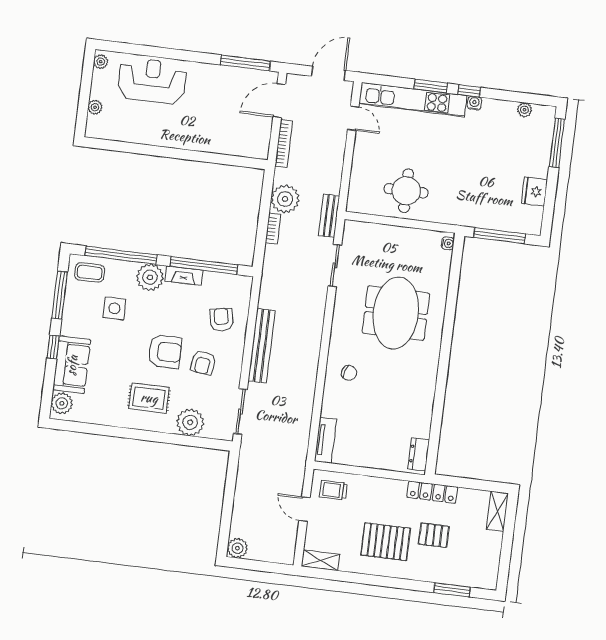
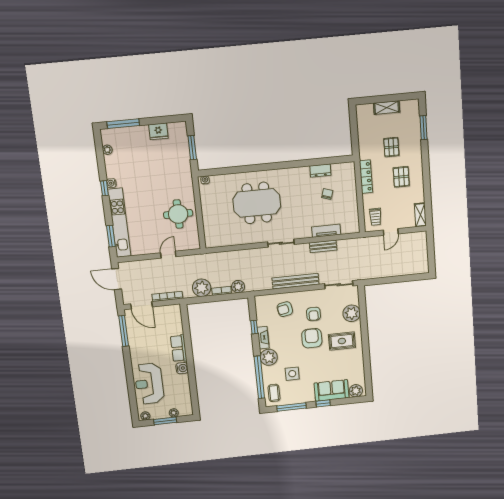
window: (431, 86) -> (111, 236), moved
window: (85, 91) -> (165, 421), added
door: (353, 118) -> (168, 255), moved
water cooler: (165, 138) -> (182, 368), added
row of seats: (198, 141) -> (179, 348), added
bench: (329, 216) -> (323, 246), moved
window: (500, 236) -> (192, 148), width x0.69
window: (204, 266) -> (254, 327), width x0.32
sliding door: (335, 266) -> (281, 243), moved
armchair: (203, 363) -> (314, 314), turned 82
chair: (349, 373) -> (327, 194), moved
rug: (149, 398) -> (342, 341), turned 90
tv unit: (325, 440) -> (326, 231), moved
dresser: (419, 454) -> (320, 170), moved
locker: (432, 492) -> (366, 177), moved
shelving: (497, 511) -> (387, 108), moved
pallet: (386, 542) -> (401, 177), width x0.67, depth x0.71
plant: (237, 548) -> (238, 287), moved

